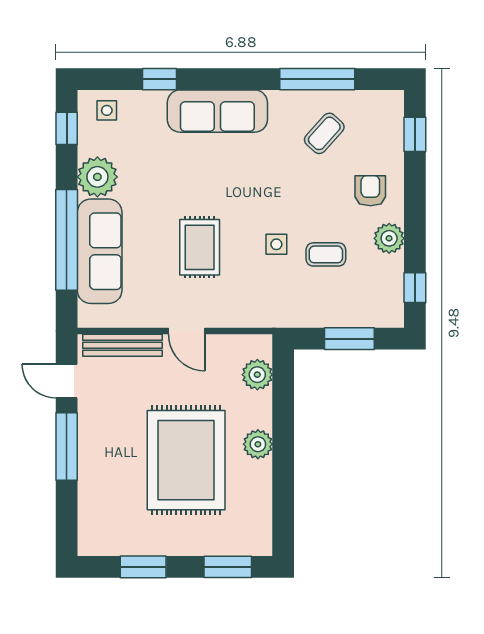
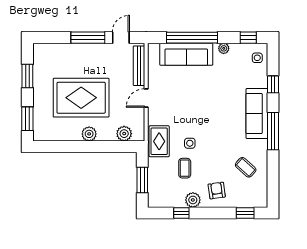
window: (317, 79) -> (273, 131), moved
plant: (97, 177) -> (224, 48), width x0.53, depth x0.53
armchair: (370, 191) -> (217, 191), turned -98
rug: (200, 247) -> (159, 141), moved, turned 90
window: (415, 288) -> (181, 213), moved

